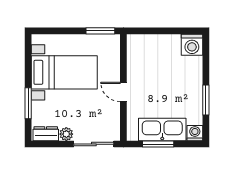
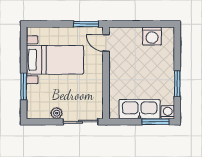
washing machine: (192, 45) -> (152, 36), moved
door: (123, 92) -> (106, 43), moved
dresser: (46, 134) -> (39, 113), removed
window: (158, 144) -> (155, 122), moved

